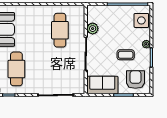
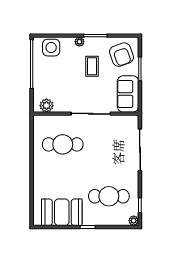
plant: (93, 29) -> (46, 106), moved
armchair: (135, 80) -> (121, 55), turned -110

